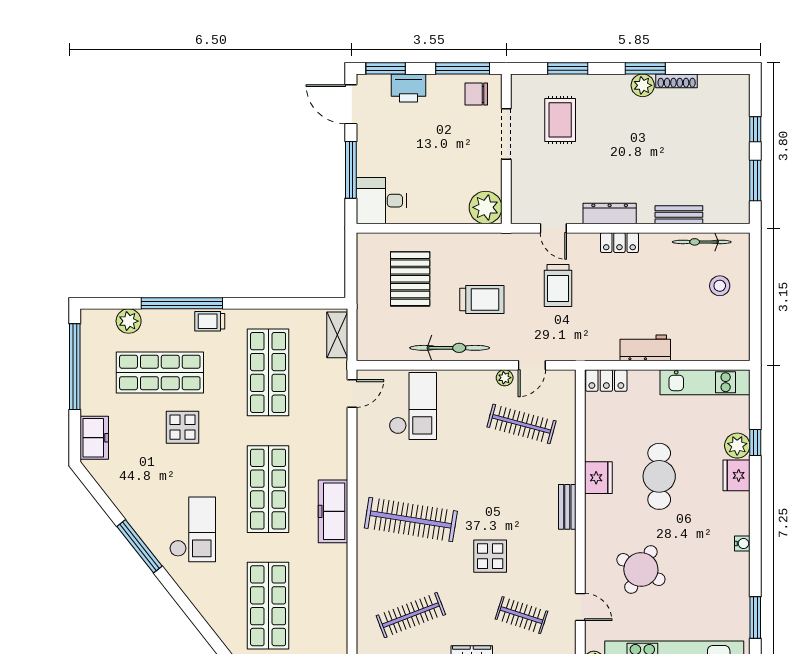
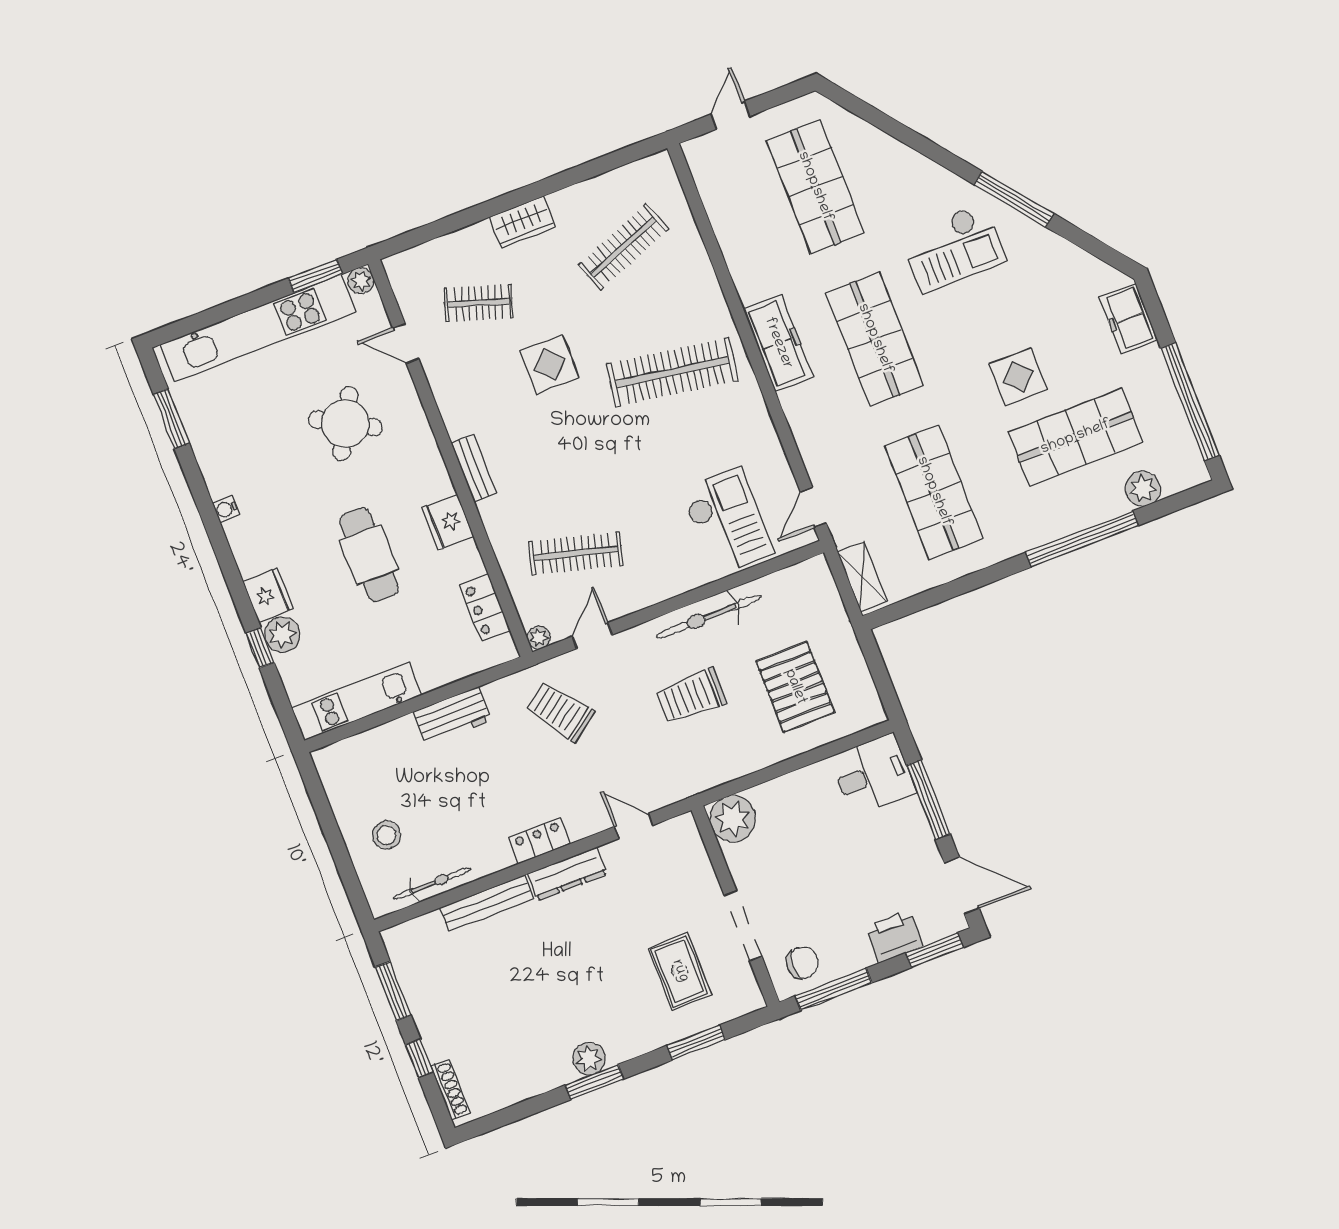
shoe rack: (677, 81) -> (450, 1090), moved, turned 90
bench: (679, 215) -> (487, 903), width x1.36
trolley: (558, 285) -> (560, 711), moved, turned -36
trolley: (210, 321) -> (1036, 530), removed
plant: (505, 378) -> (539, 637), moved
locker: (606, 380) -> (485, 608), moved, turned -90
checkout: (413, 406) -> (727, 522), turned 180
checkout: (193, 529) -> (953, 248), turned -90

